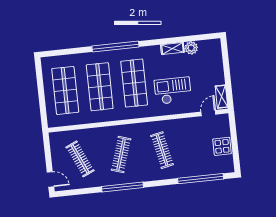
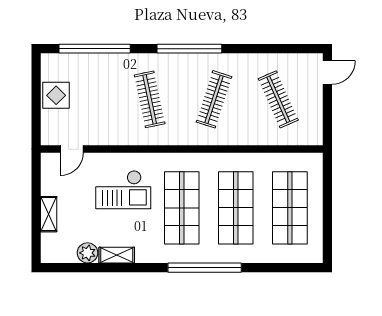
shelving: (221, 97) -> (49, 214), moved
door: (50, 179) -> (327, 72), swing flipped
window: (122, 187) -> (189, 49), moved

